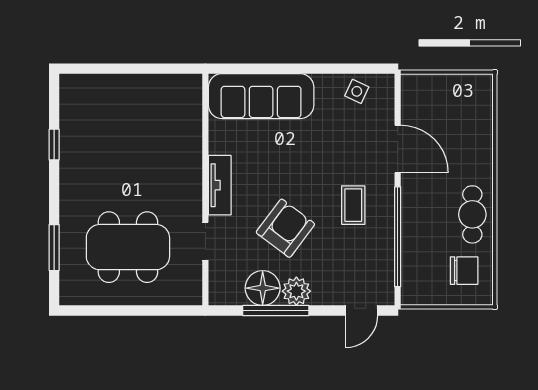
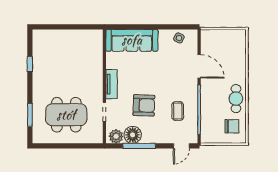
coffee table: (353, 205) -> (178, 111), moved
armchair: (285, 228) -> (144, 105), turned 55
plant: (296, 291) -> (116, 136), moved

